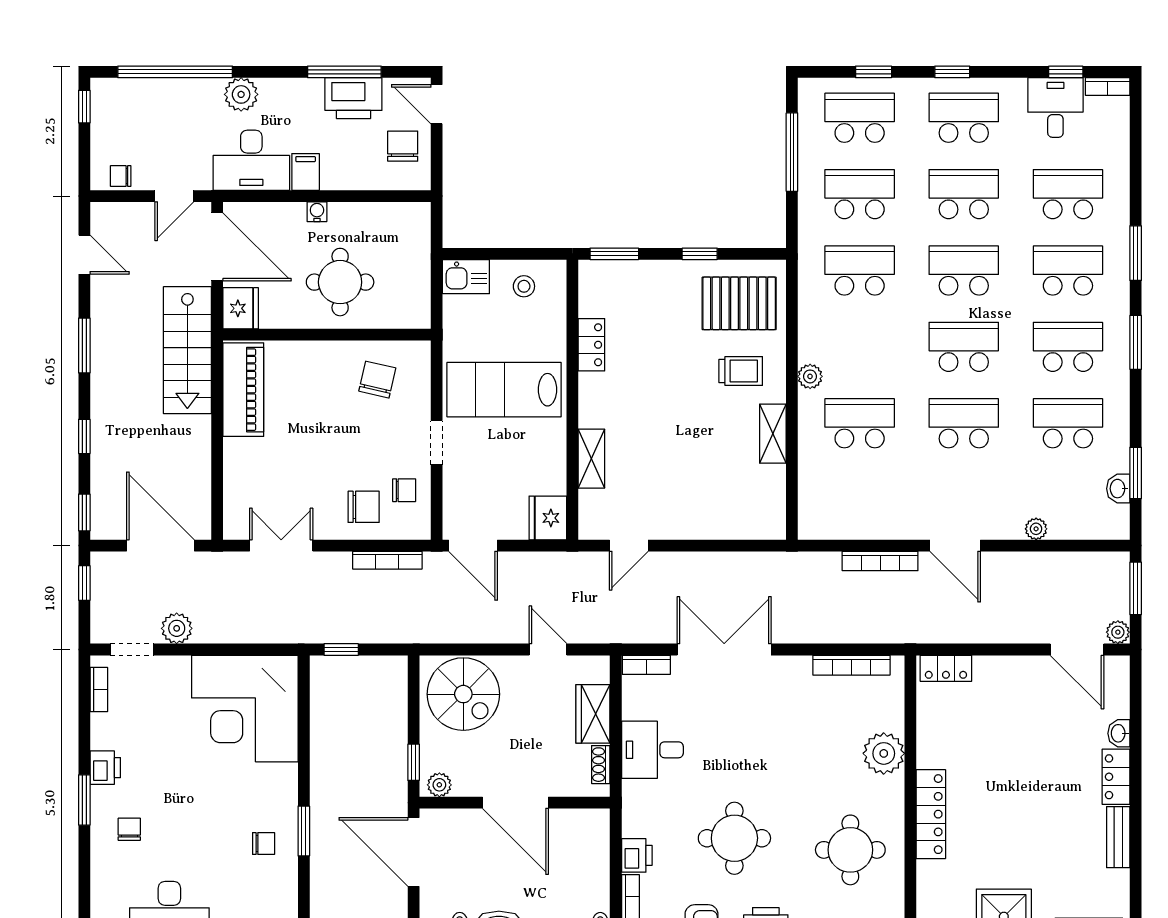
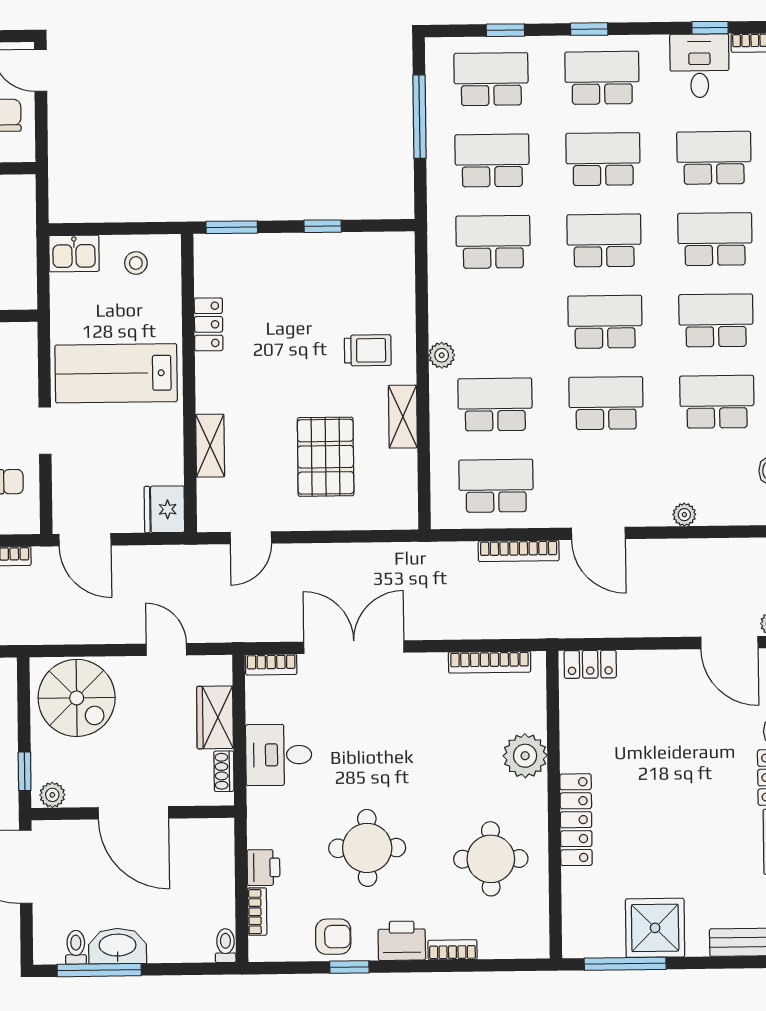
pallet: (739, 303) -> (326, 457), moved, turned 90
school desk: (860, 500) -> (496, 486), added

